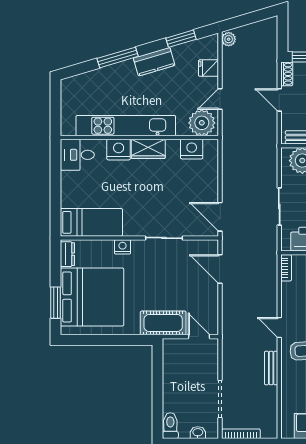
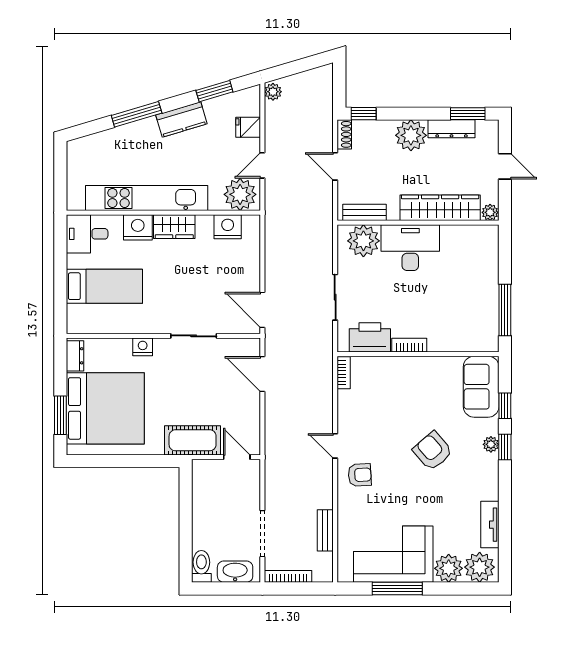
bed: (91, 222) -> (104, 286), moved
bench: (271, 368) -> (325, 530), moved
washbasin: (198, 433) -> (235, 572), width x1.91, depth x1.45

